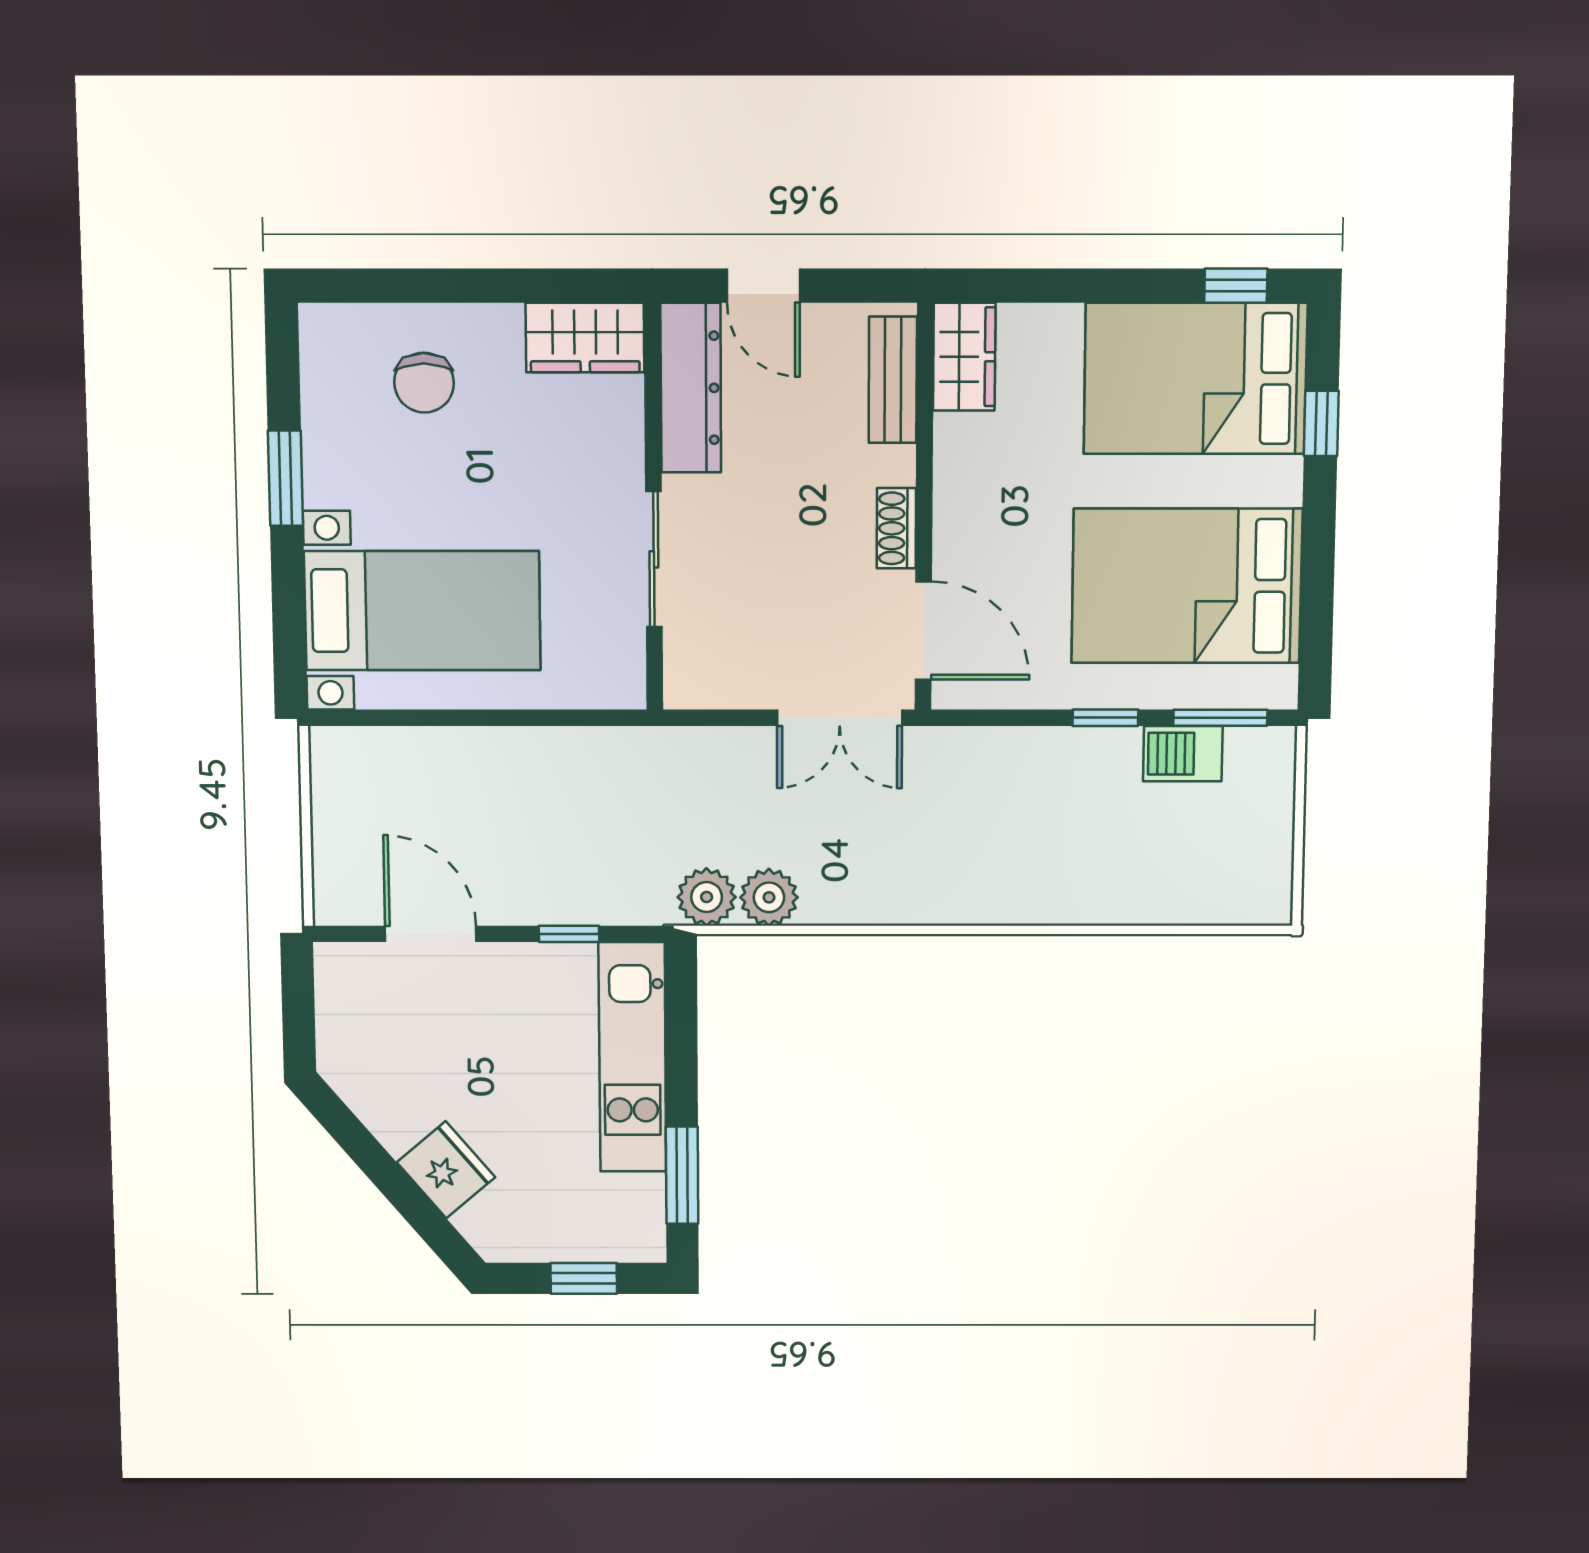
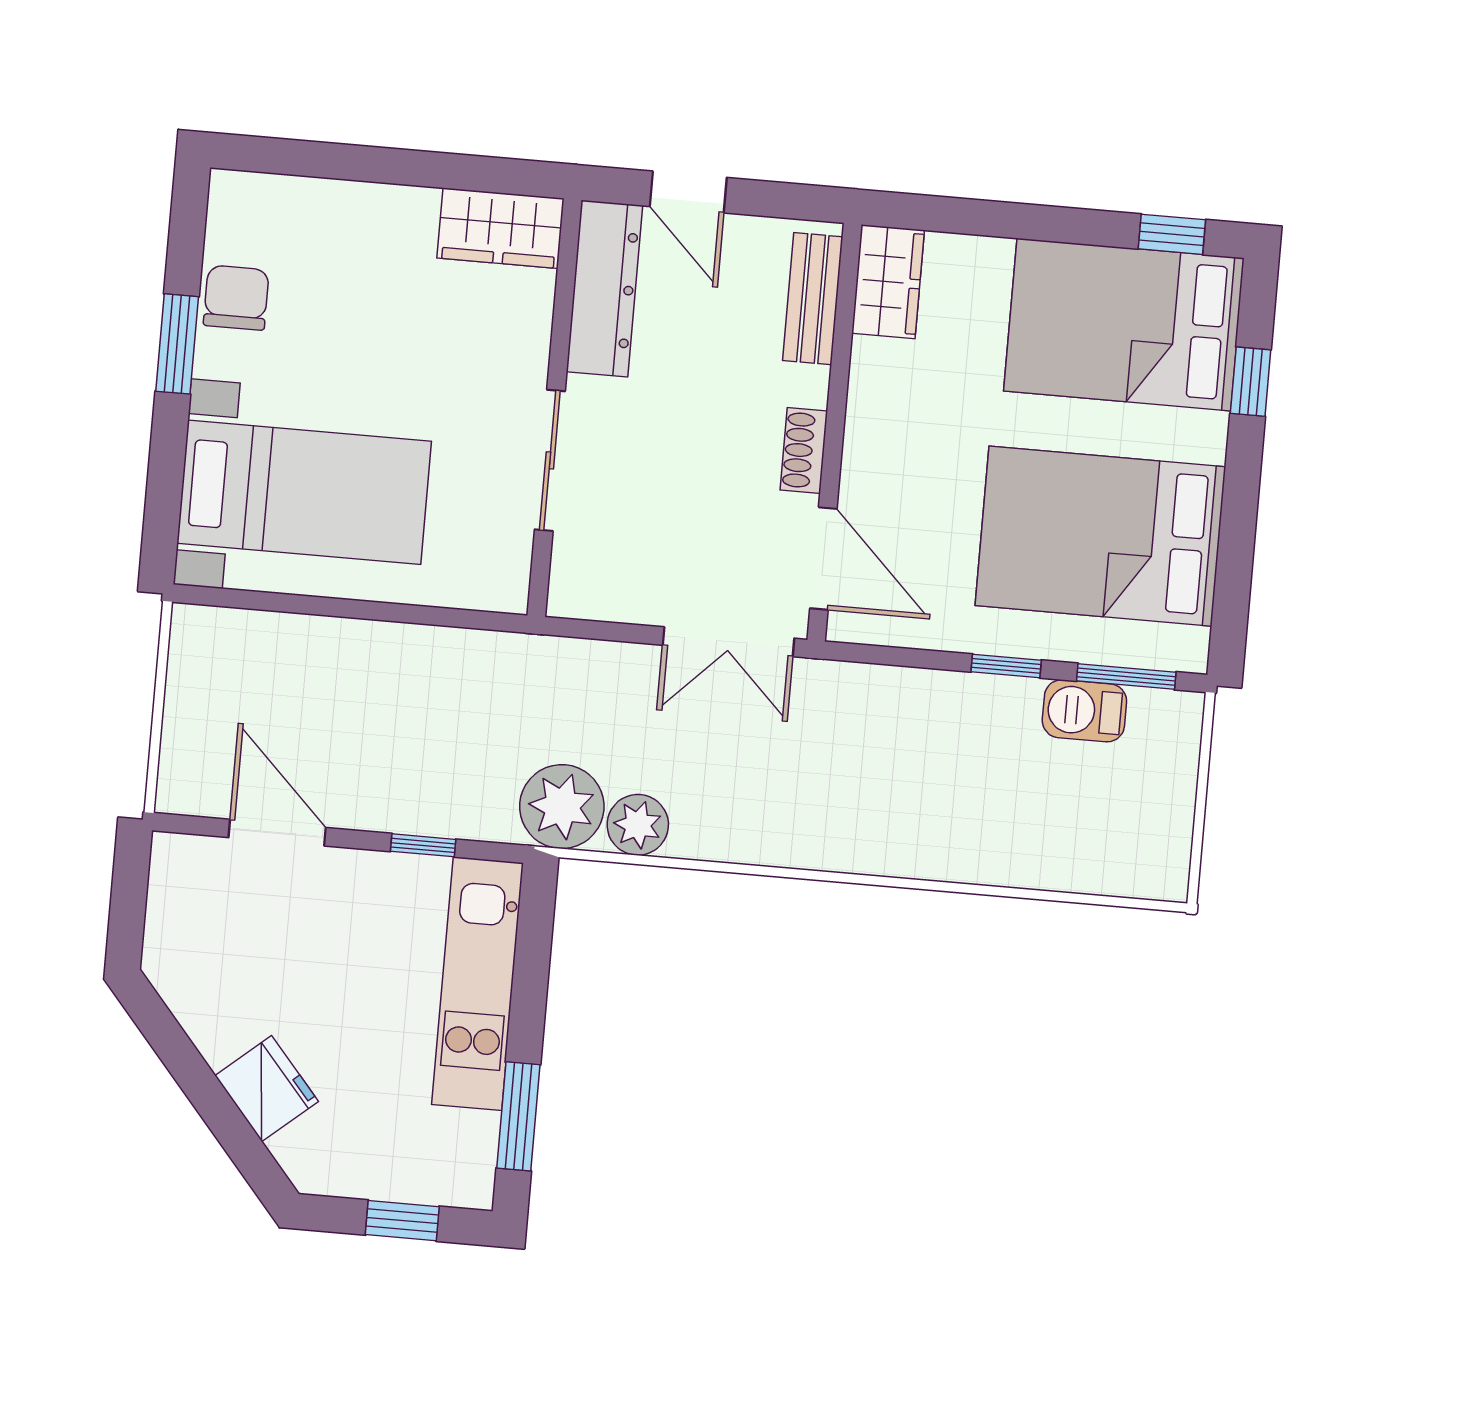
chair: (424, 383) -> (236, 298), moved, turned 180
plant: (707, 897) -> (562, 807), width x1.36, depth x1.36

